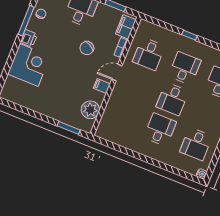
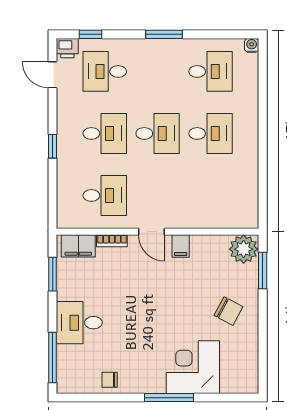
window: (26, 21) -> (169, 398), moved
printer: (29, 38) -> (153, 383), removed
chair: (87, 48) -> (228, 311), moved
desk: (185, 68) -> (105, 133), turned 180
plant: (90, 110) -> (244, 249), moved
desk: (160, 130) -> (211, 133), turned 180

